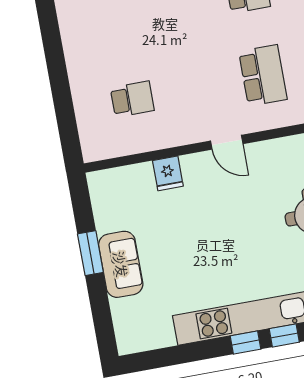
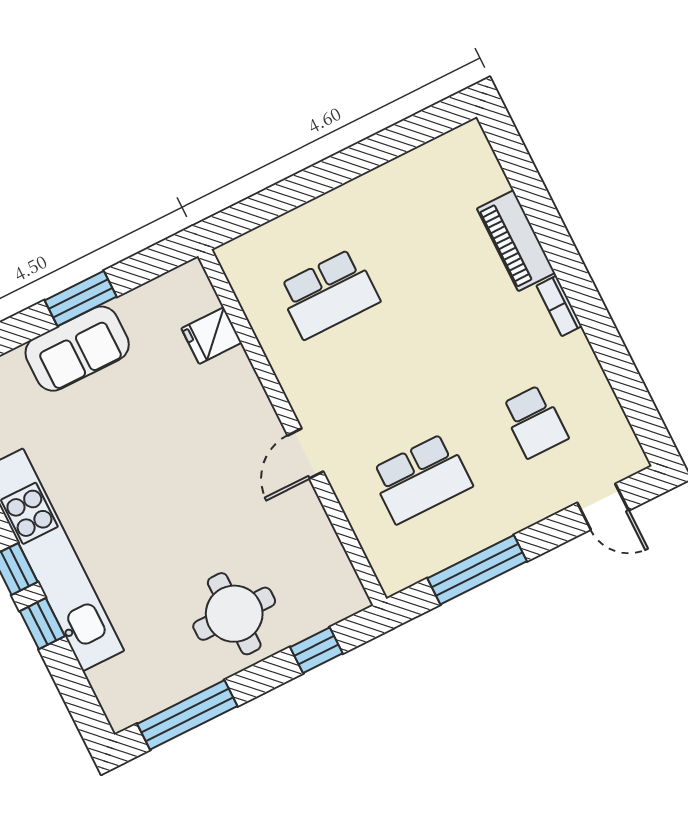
school desk: (132, 99) -> (329, 294), width x1.85
fridge: (168, 173) -> (212, 336), moved

